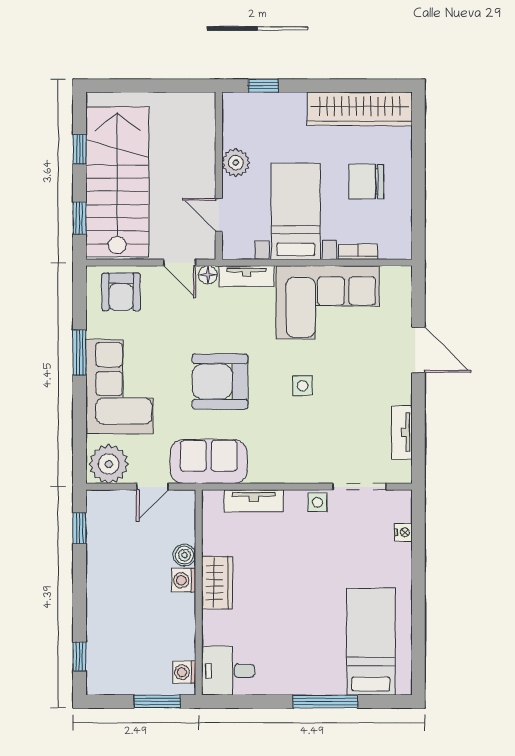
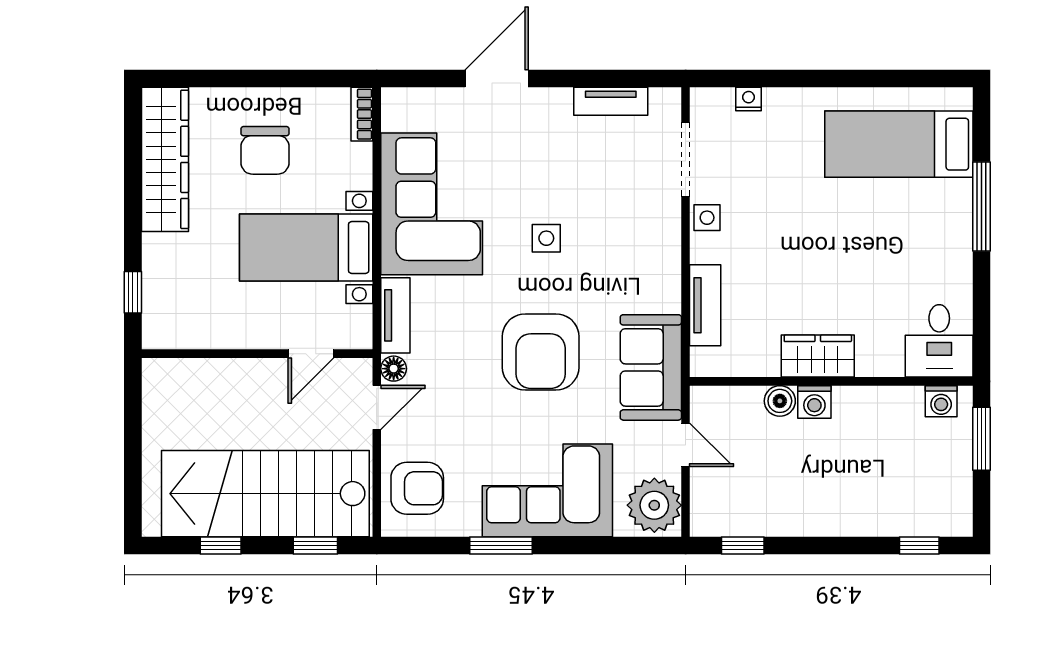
plant: (236, 163) -> (239, 330), removed
bookcase: (358, 252) -> (362, 114), moved

